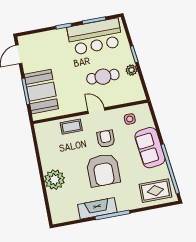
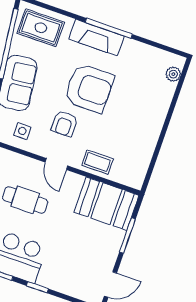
booth: (41, 92) -> (107, 204), moved, turned 90
armchair: (103, 170) -> (89, 88), turned 90
plant: (54, 180) -> (173, 74), moved, width x0.53, depth x0.53
fireplace: (97, 208) -> (96, 38), moved

